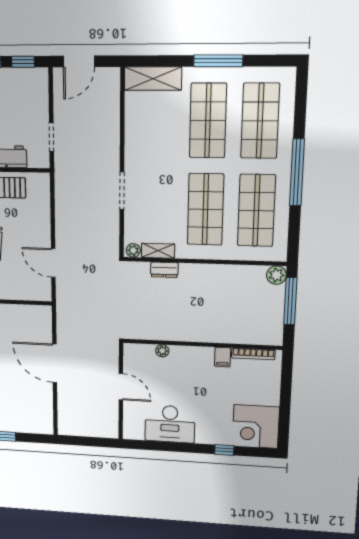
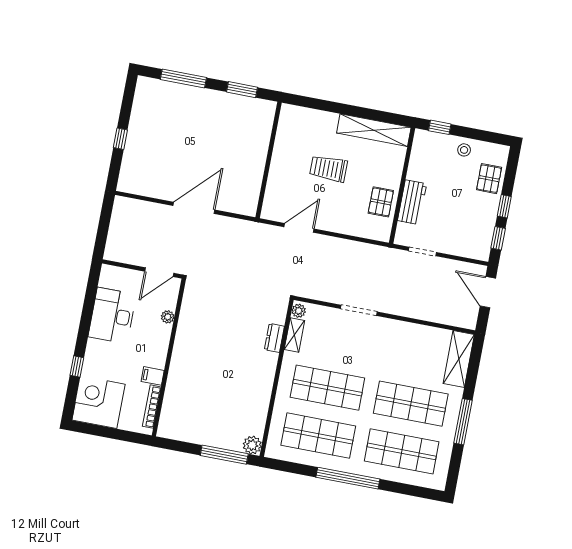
wall: (202, 344) -> (169, 357), moved
plant: (162, 351) -> (168, 317), moved
bookcase: (253, 354) -> (152, 407), moved
filing cabinet: (223, 357) -> (153, 376), moved

